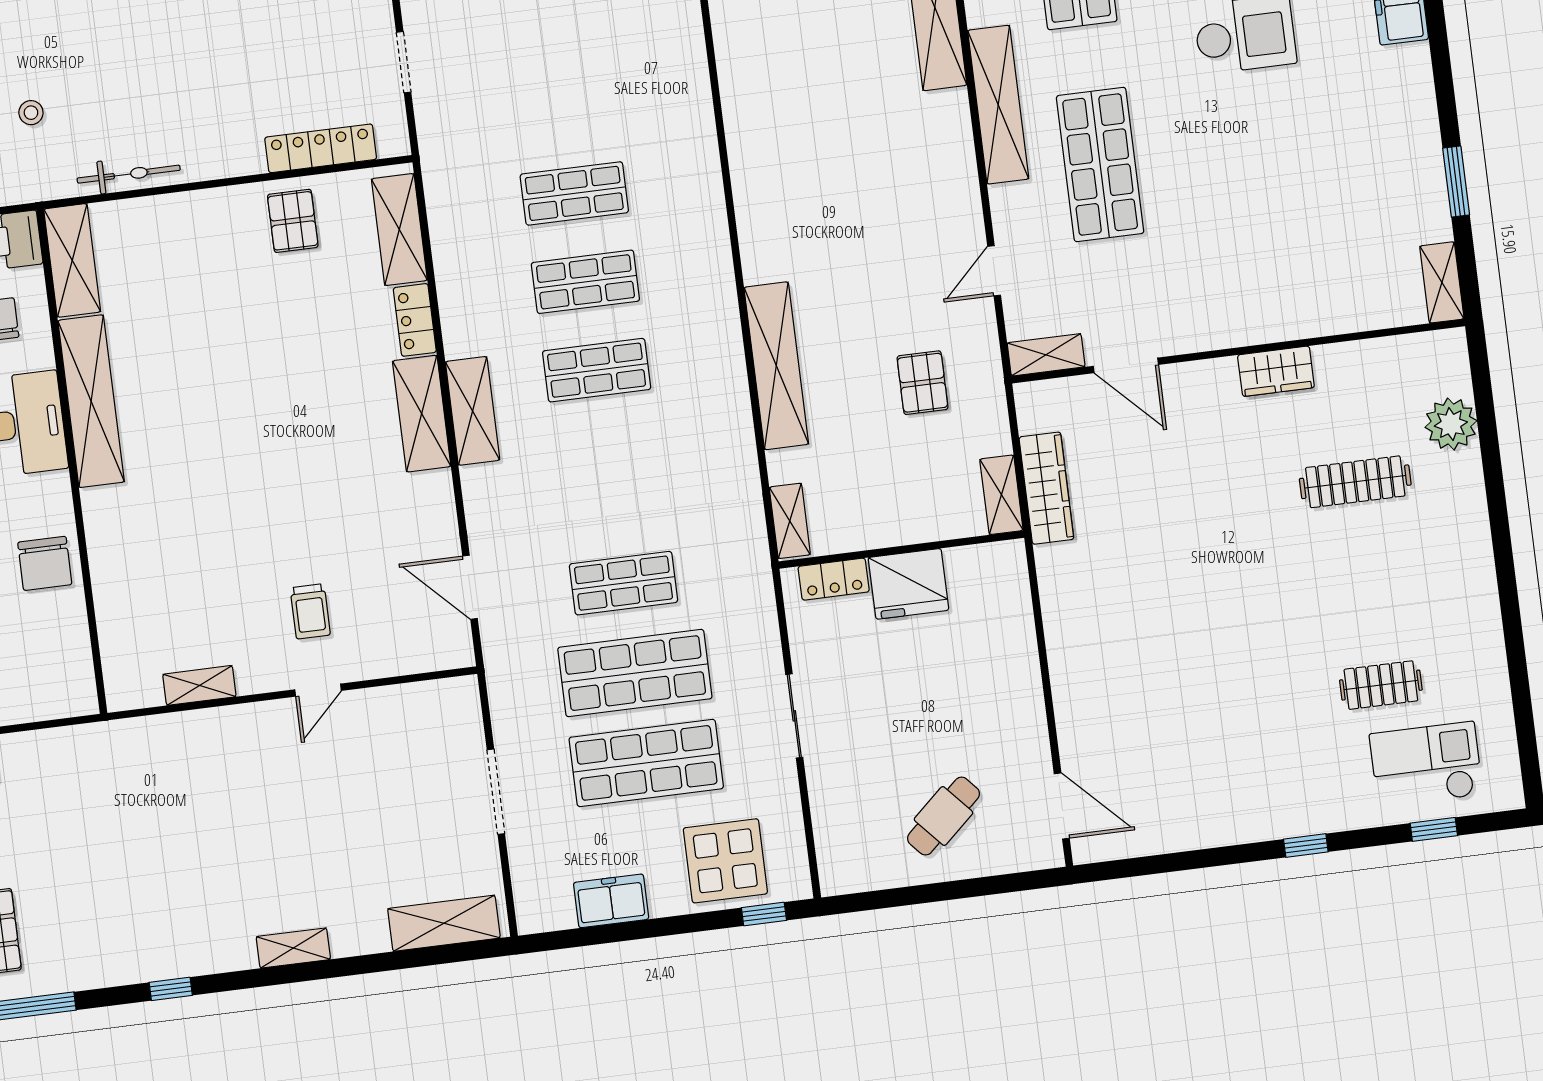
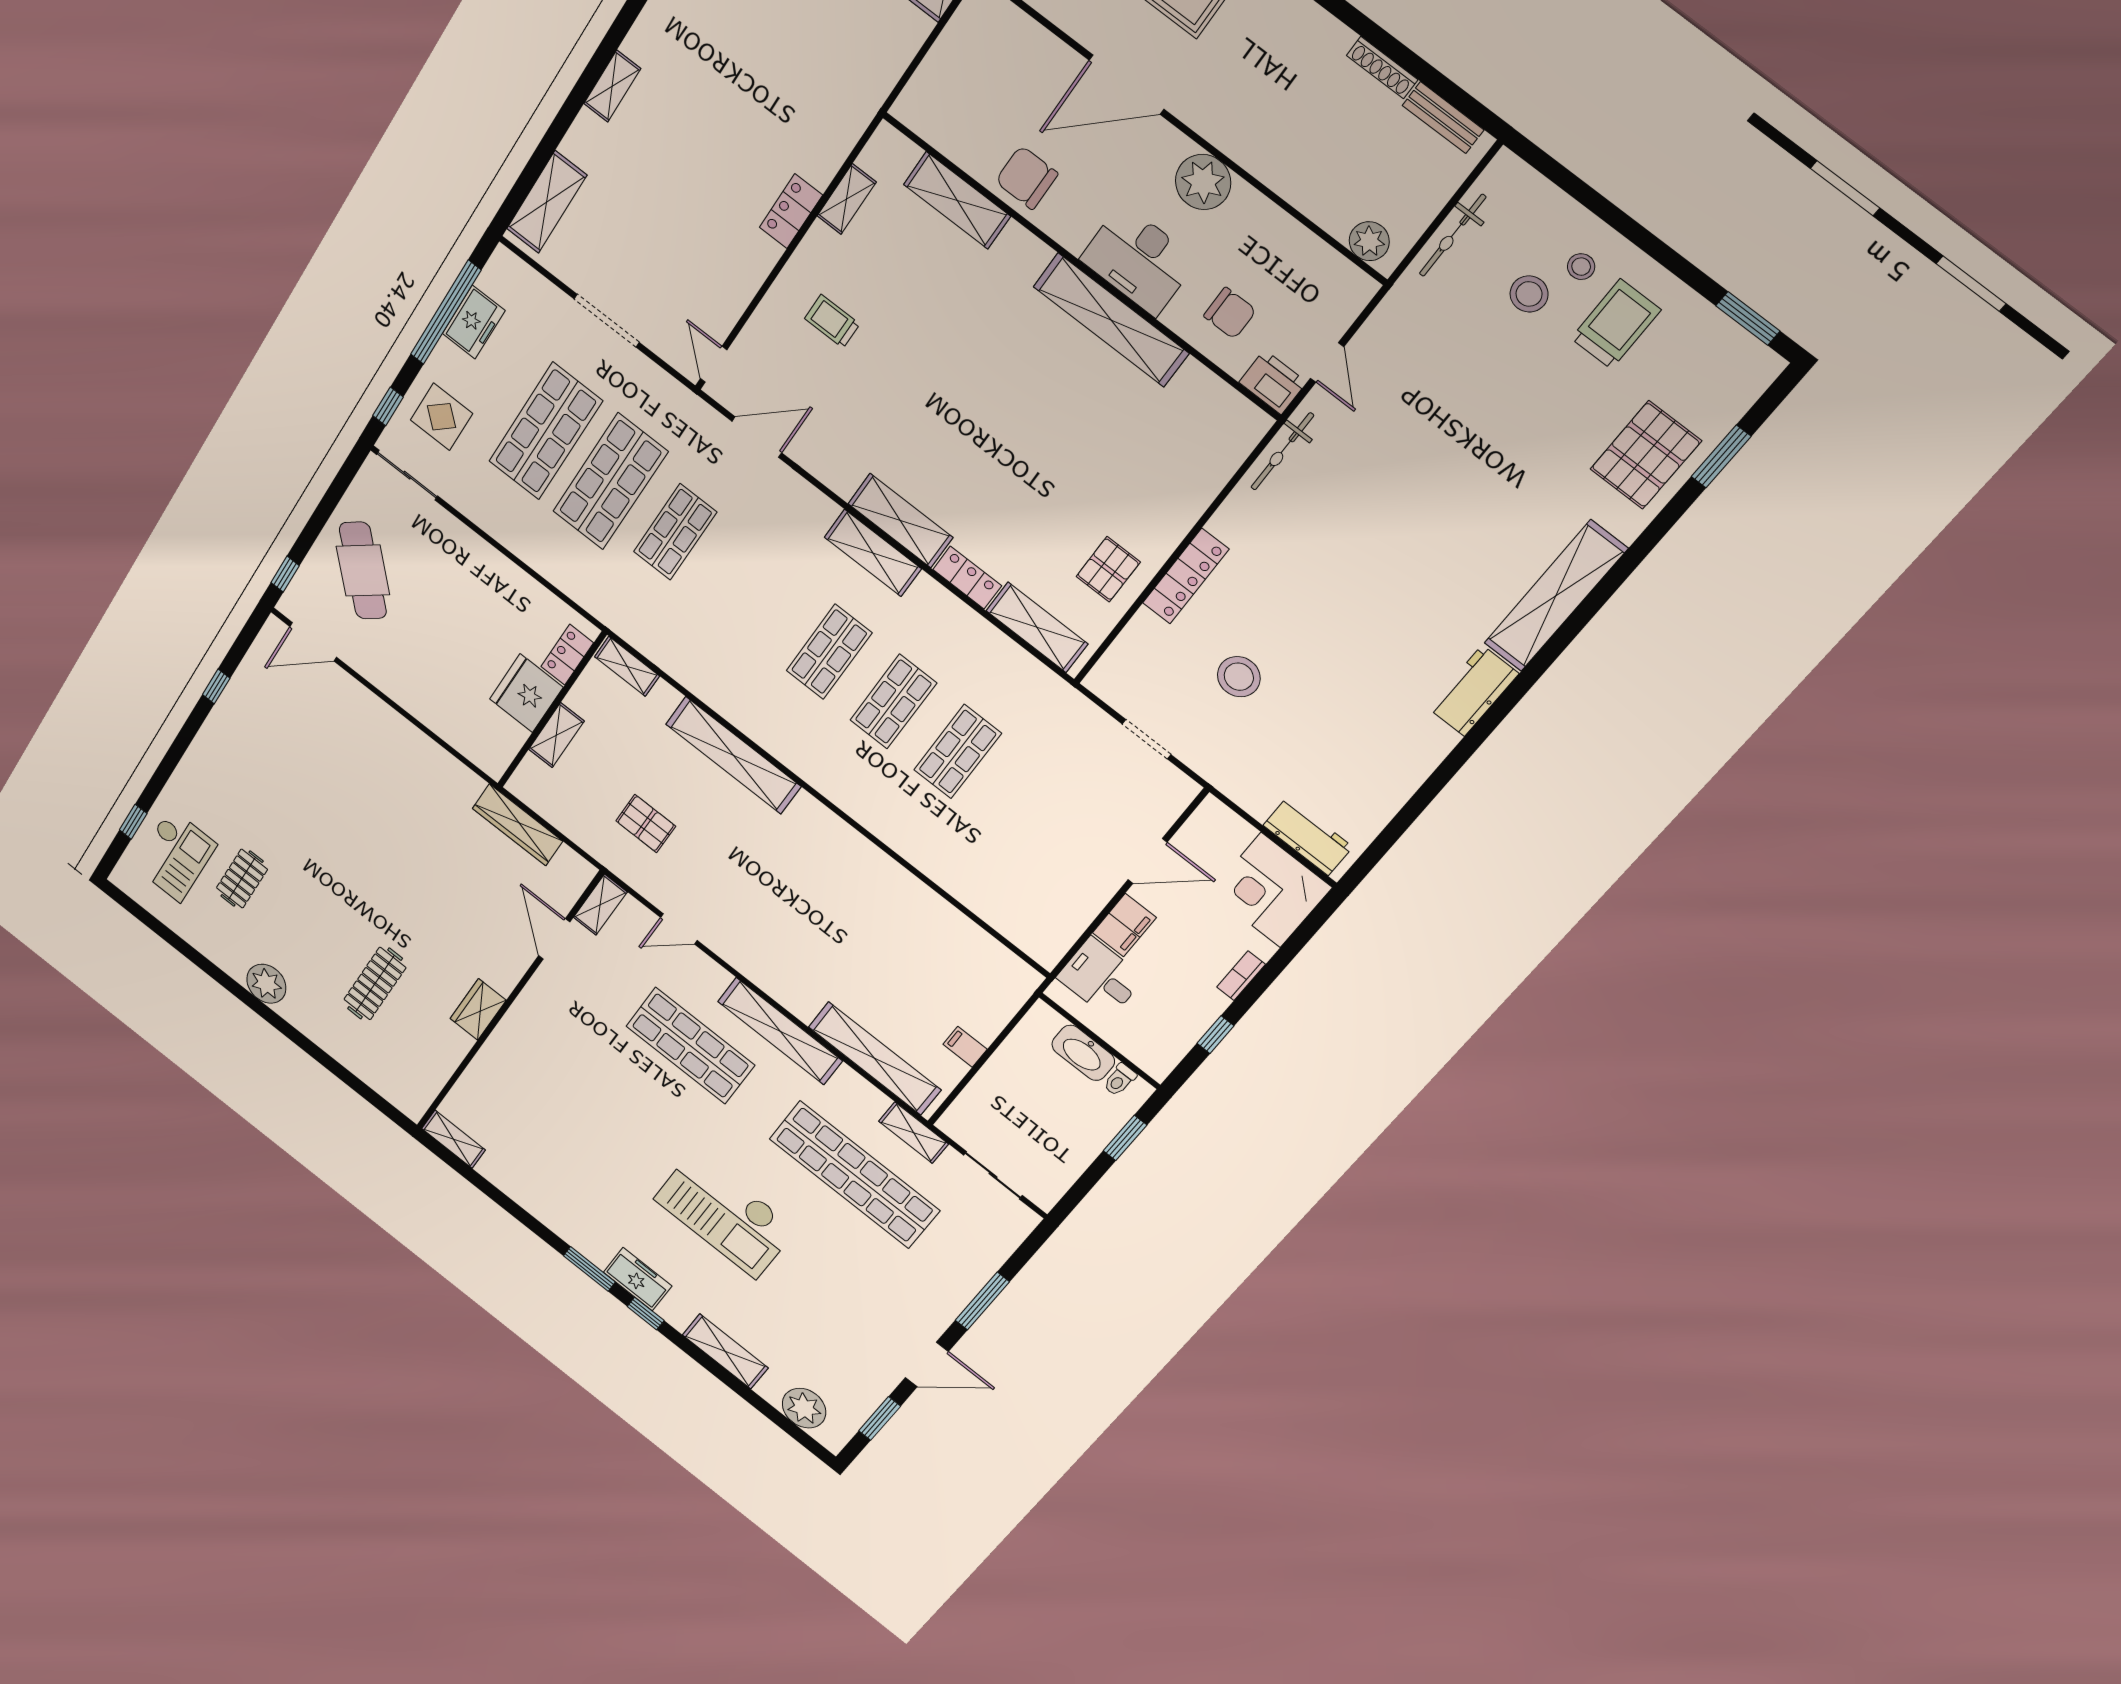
stool: (31, 113) -> (1239, 677), moved, width x1.89, depth x1.89
locker: (321, 148) -> (1186, 576), moved
bicycle: (129, 174) -> (1282, 451), moved
window: (1456, 181) -> (589, 1269), moved
pallet: (293, 221) -> (1108, 569), turned 90
shelving: (72, 260) -> (957, 200), moved
door: (994, 271) -> (679, 929), swing flipped
door: (1126, 365) -> (554, 939), hinge flipped
plant: (1451, 424) -> (266, 984), moved
shelving: (1001, 495) -> (556, 735), moved, turned 90
door: (318, 690) -> (714, 364), moved
sliding door: (794, 716) -> (407, 475), moved
locker: (253, 720) -> (791, 211), added
cafe table: (944, 816) -> (363, 571), width x1.37, depth x1.35
window: (1306, 846) -> (216, 686), moved
display table: (725, 861) -> (442, 417), width x0.73, depth x0.73
window: (1021, 881) -> (285, 574), added
window: (627, 931) -> (446, 312), added

